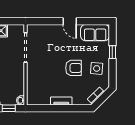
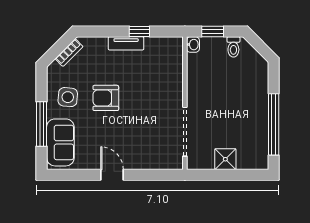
sofa: (95, 33) -> (60, 142), moved, turned 90
window: (112, 52) -> (42, 124), width x2.17
window: (53, 108) -> (139, 32), added

